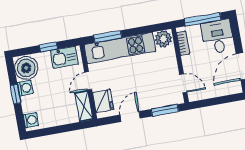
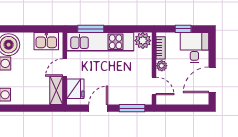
window: (203, 19) -> (183, 29), width x0.46
window: (48, 47) -> (33, 29), removed
plant: (187, 61) -> (162, 66), added

